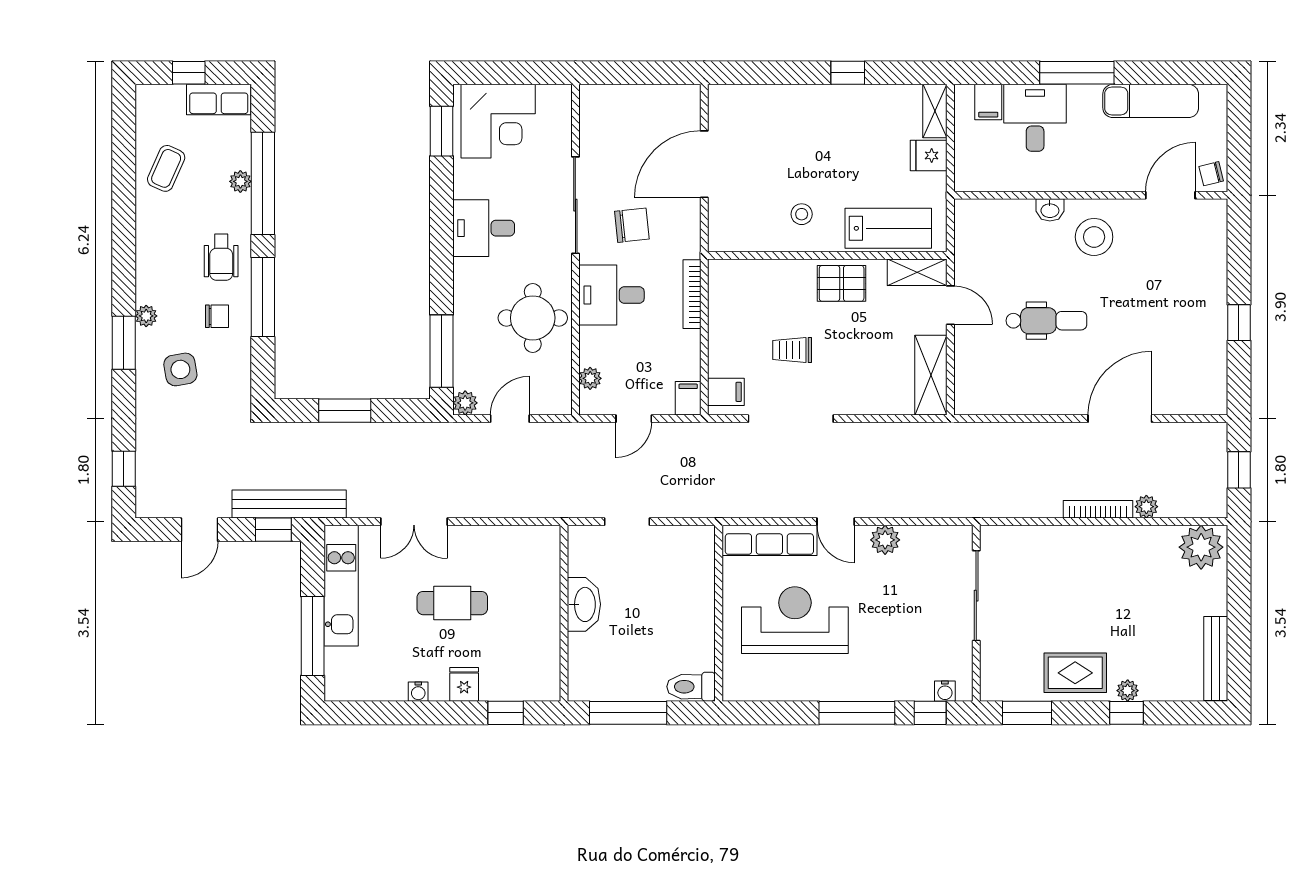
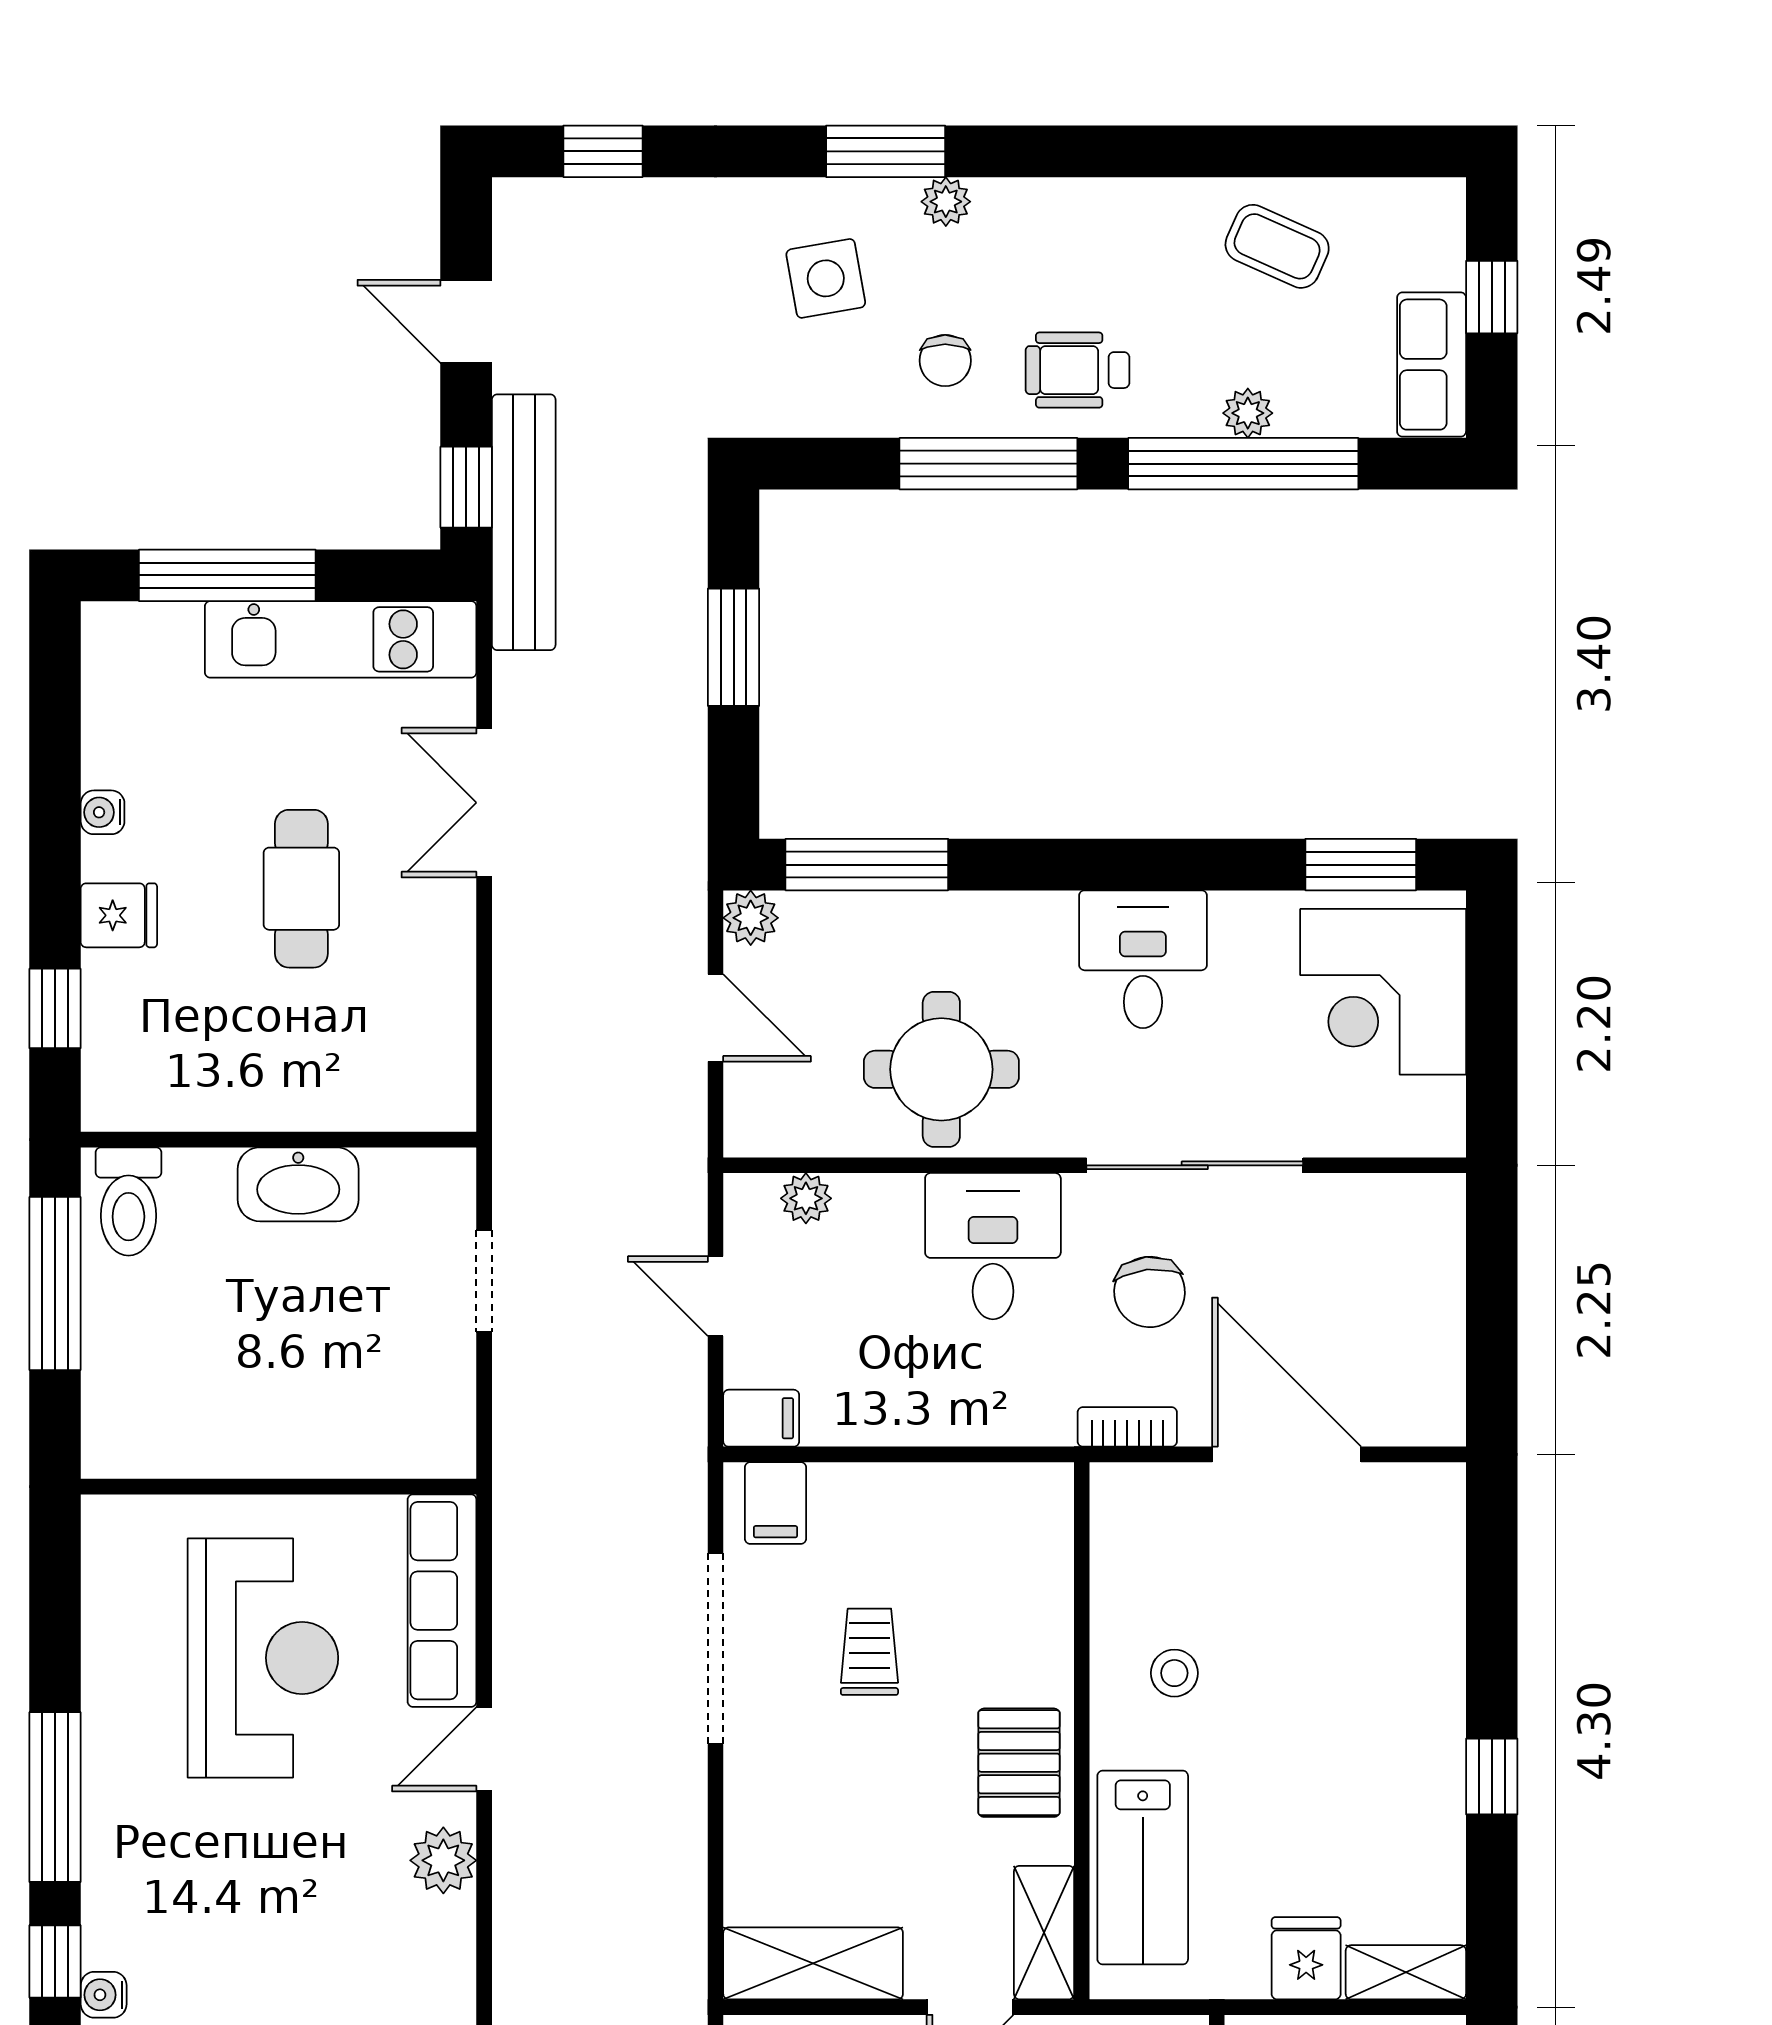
bookcase: (692, 294) -> (1127, 1427), moved, width x0.64
toilet: (691, 687) -> (128, 1201), moved, turned 180

